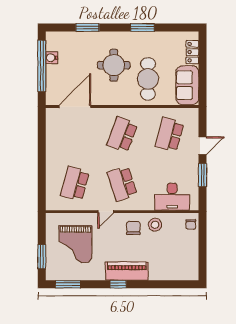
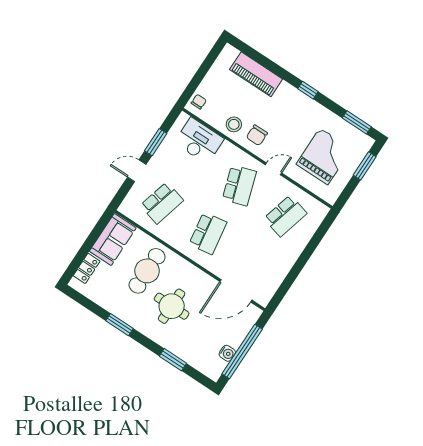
school desk: (122, 135) -> (208, 233), turned -30
piano: (127, 271) -> (256, 74), moved

